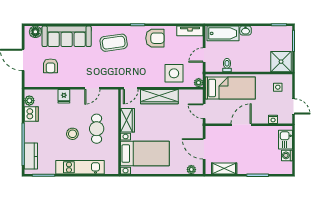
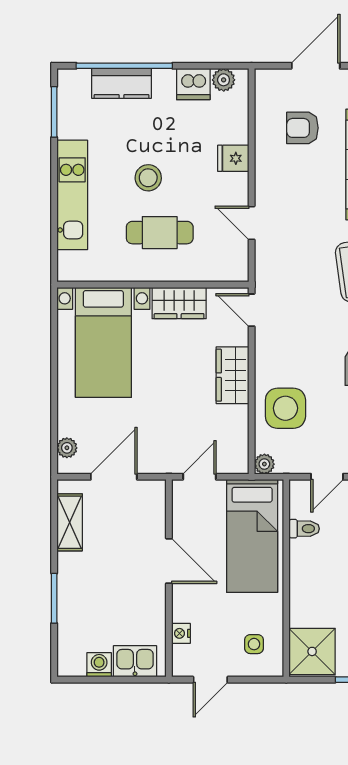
door: (204, 55) -> (327, 477), swing flipped
wardrobe: (159, 97) -> (233, 375), width x0.67
kitchen counter: (31, 156) -> (122, 83), moved

